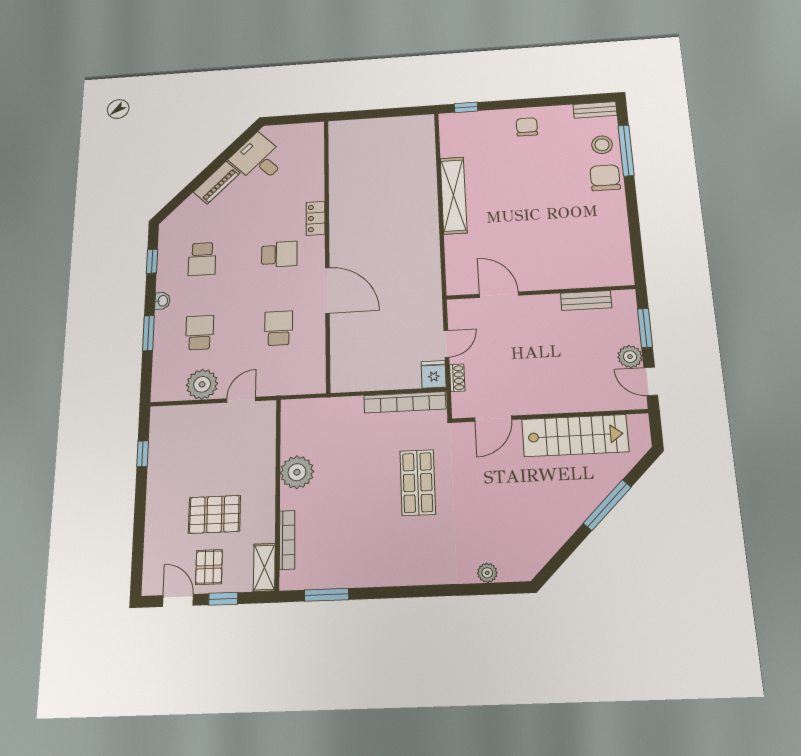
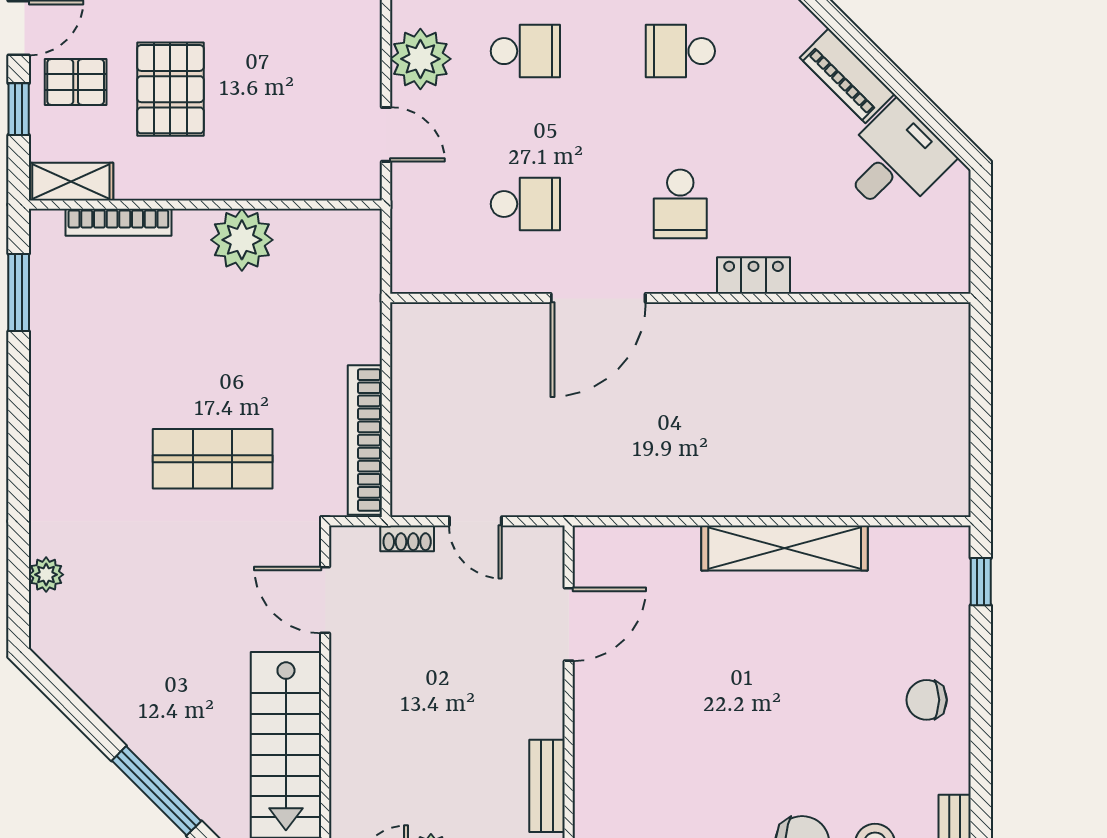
chair: (527, 127) -> (927, 700), turned 180
fridge: (434, 374) -> (416, 495), removed

